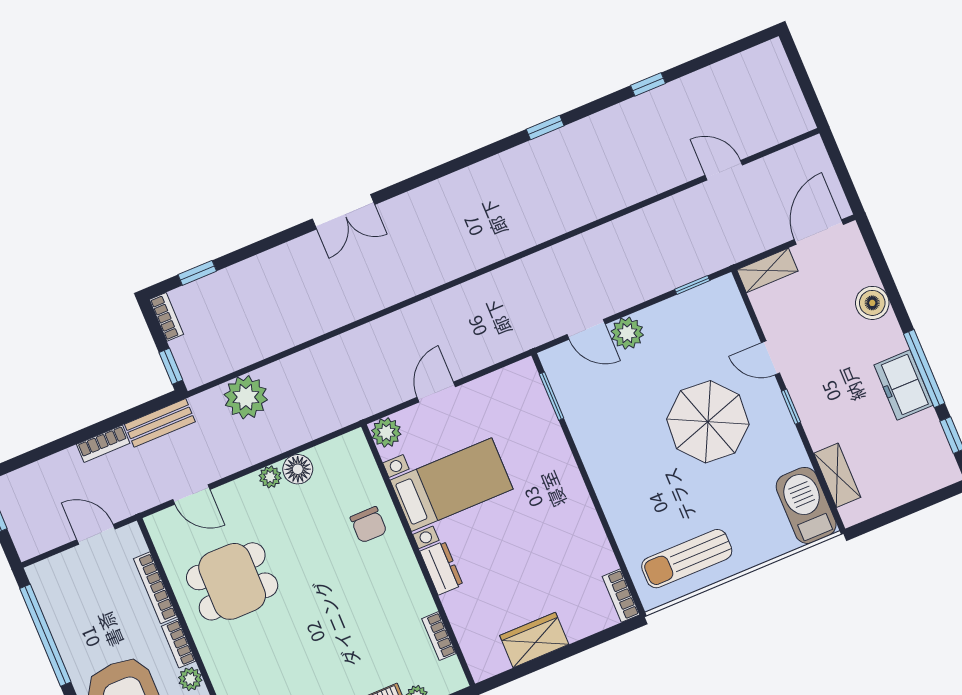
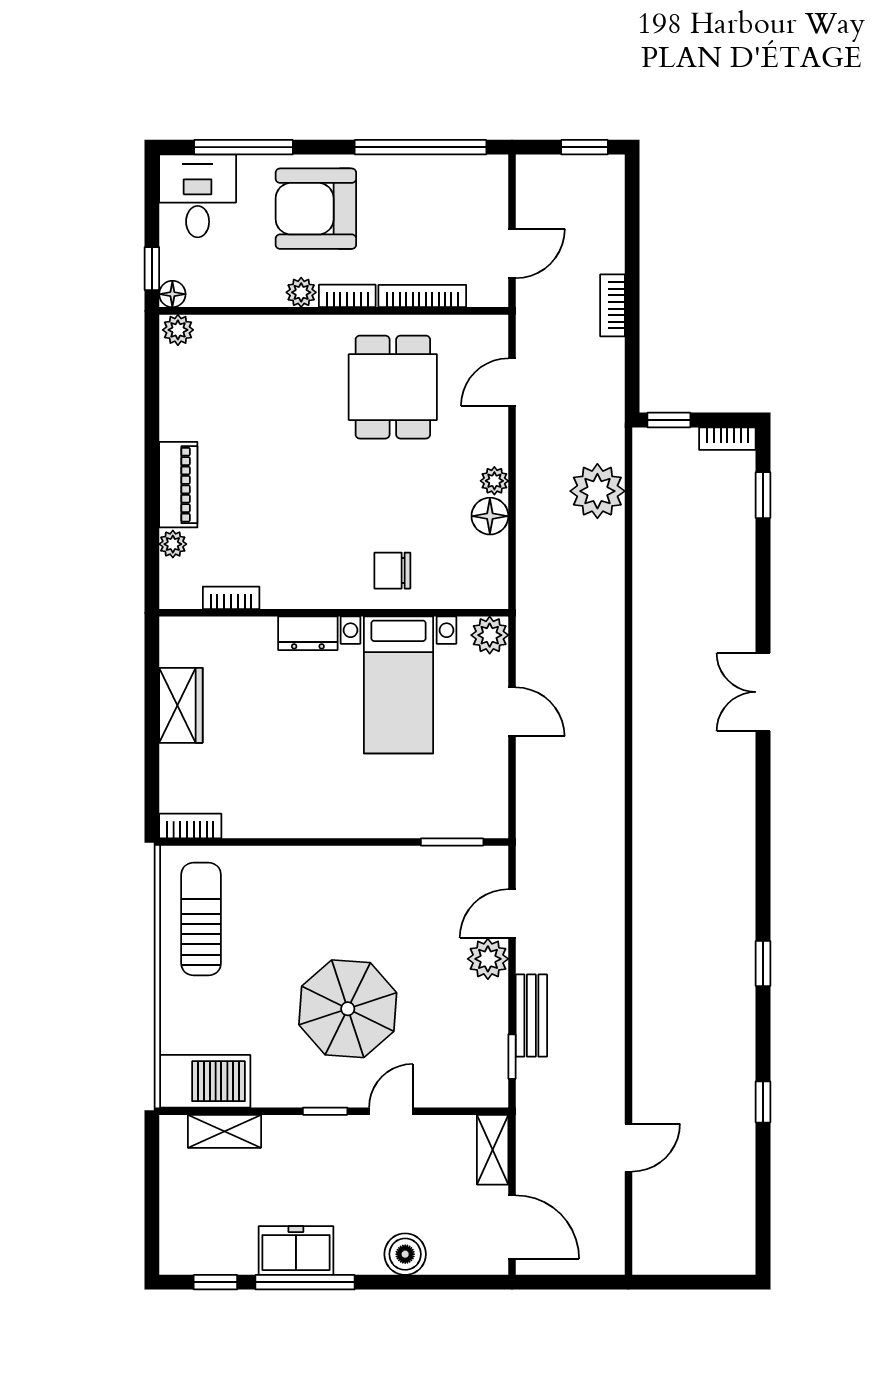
bench: (160, 423) -> (531, 1016), moved

